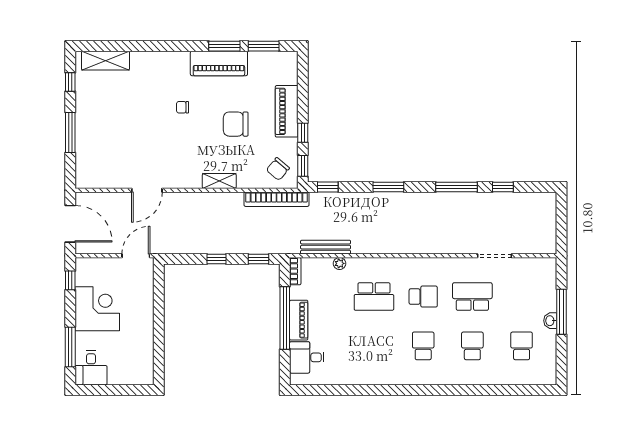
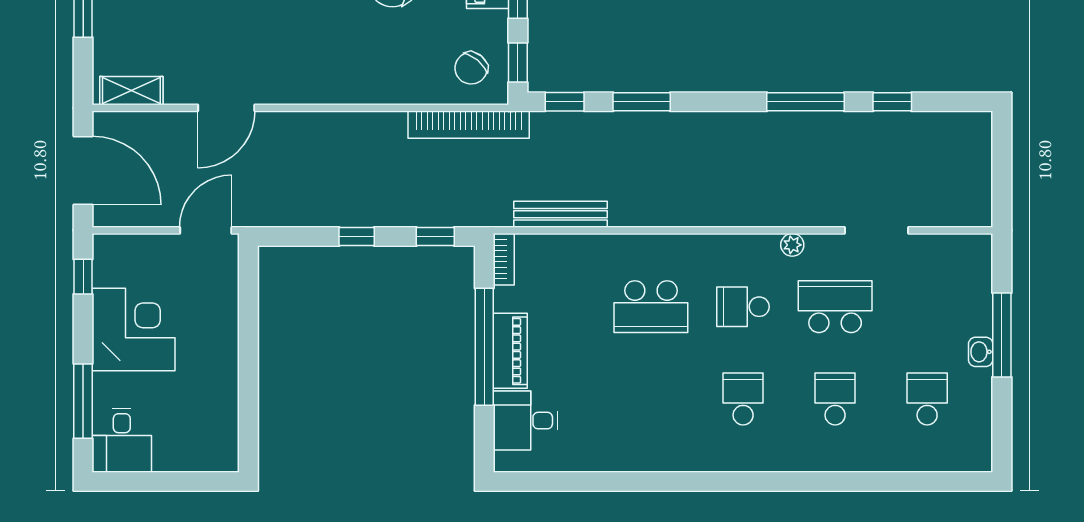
shelving: (219, 181) -> (131, 91), moved
window: (388, 187) -> (642, 102), moved
plant: (340, 263) -> (792, 245), moved
school desk: (423, 297) -> (743, 307), turned 180

